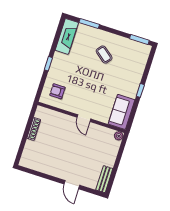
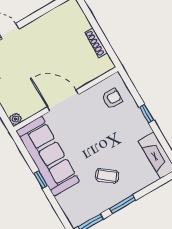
window: (89, 24) -> (123, 204), moved
sofa: (121, 112) -> (48, 156), width x1.85, depth x1.27
door: (84, 118) -> (63, 101), width x1.88

